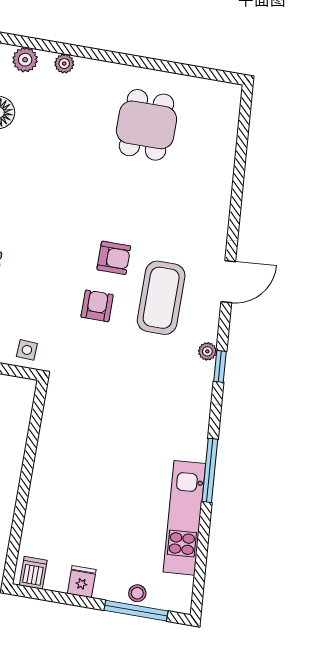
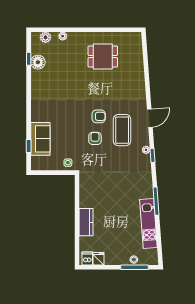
dining table: (146, 125) -> (103, 57), turned 90
kitchen counter: (44, 491) -> (86, 222), added
fridge: (82, 582) -> (99, 259), moved

